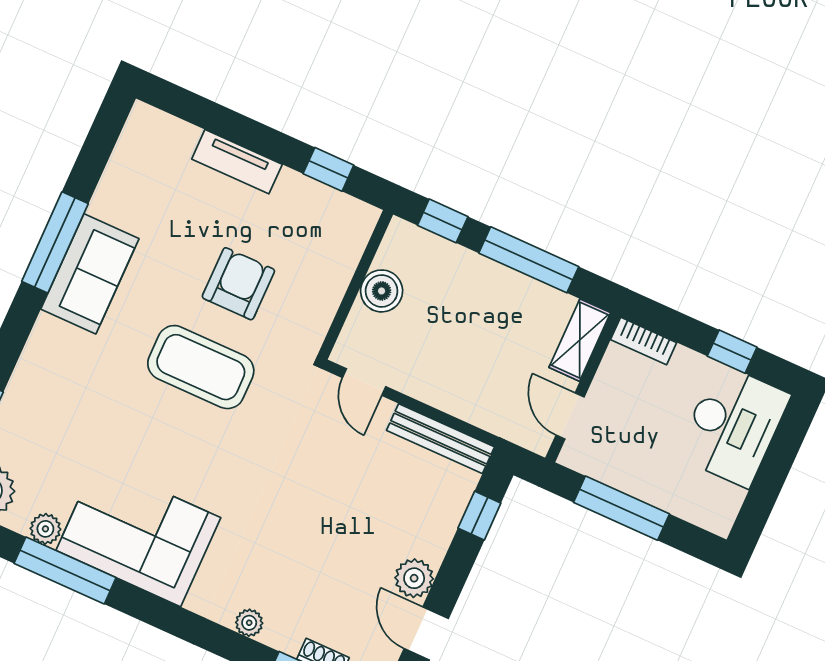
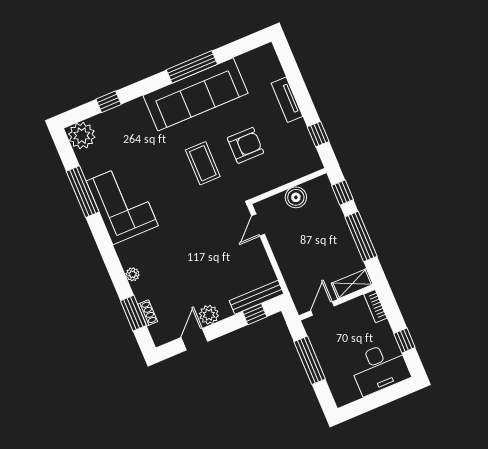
sofa: (90, 274) -> (196, 94), width x1.85, depth x1.27
coffee table: (201, 367) -> (203, 163), width x0.73, depth x0.76
bench: (441, 439) -> (256, 297), moved, turned 90
plant: (45, 529) -> (90, 169), removed

